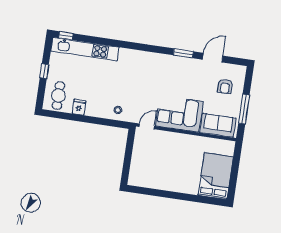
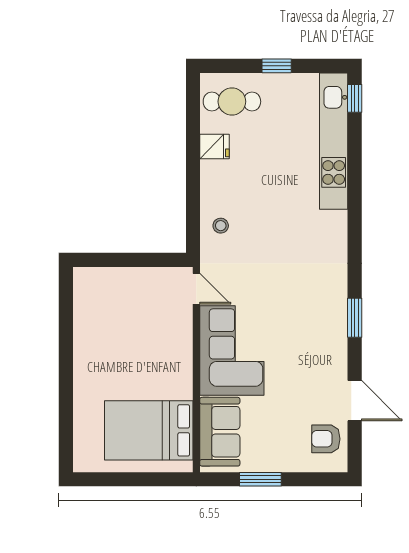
window: (183, 53) -> (355, 318), moved
armchair: (225, 86) -> (326, 439), moved
window: (244, 109) -> (260, 479), width x0.69
bed: (216, 176) -> (149, 430), moved, turned 180

